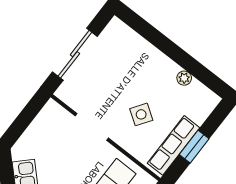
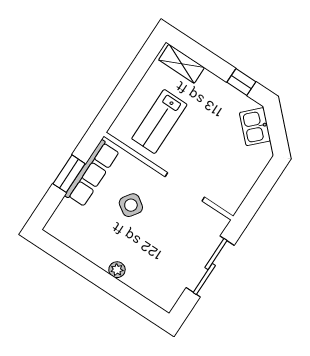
plant: (184, 78) -> (117, 270), moved

